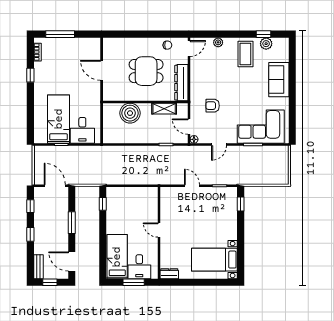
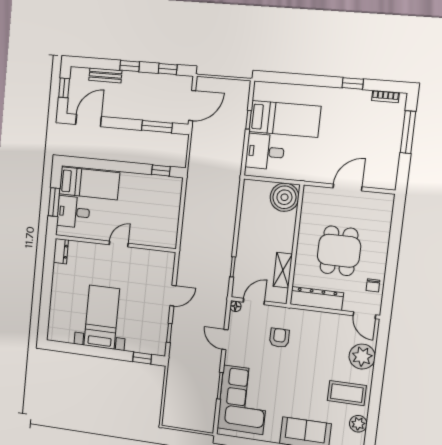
window: (264, 34) -> (372, 422), removed
plant: (218, 42) -> (362, 357), width x1.87, depth x1.87
boiler: (130, 113) -> (284, 197), moved
window: (72, 223) -> (157, 127), moved
bed with nightstands: (214, 260) -> (102, 317), moved
bench: (38, 267) -> (105, 75), moved

